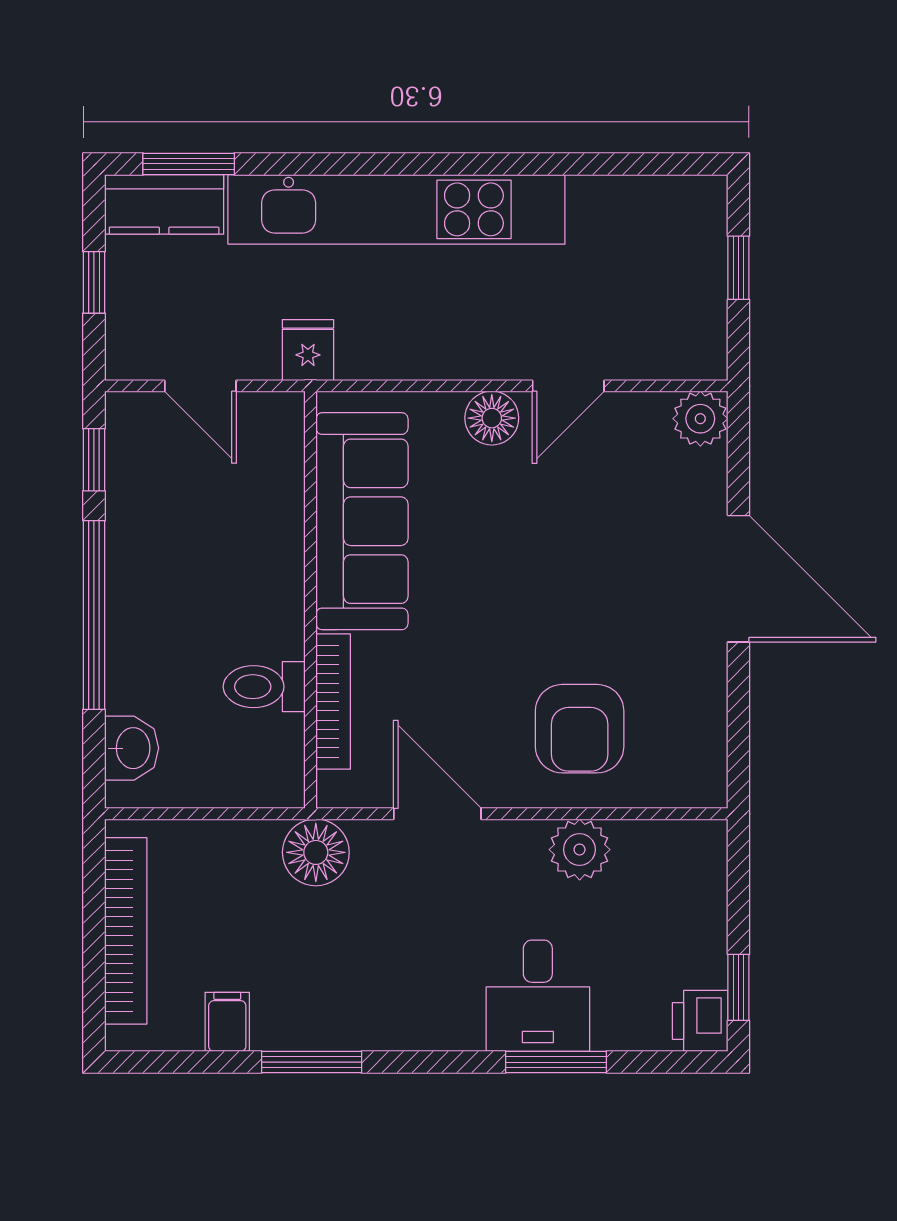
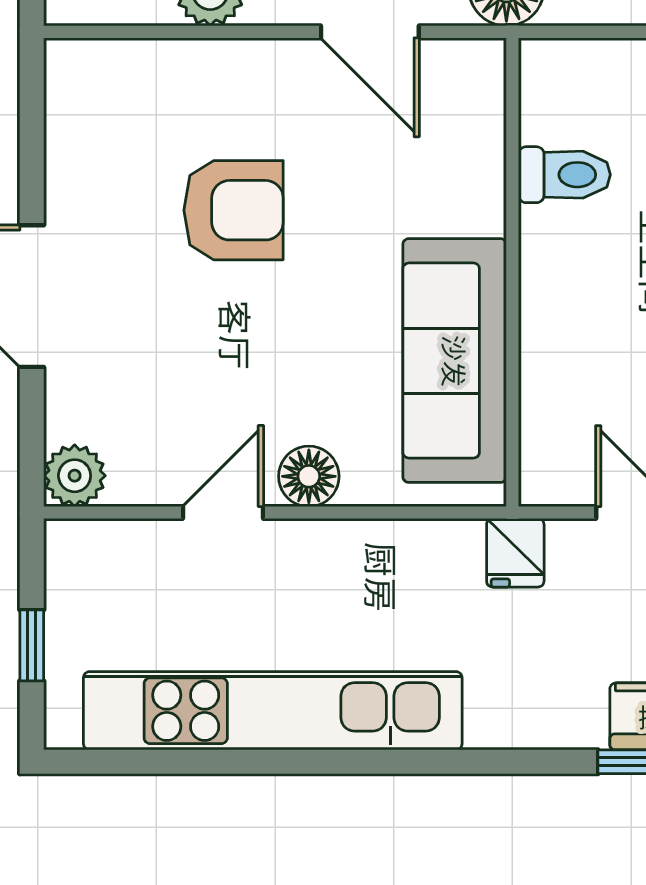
kitchen unit: (396, 209) -> (273, 711), moved
bookcase: (333, 702) -> (487, 158), removed
armchair: (580, 729) -> (234, 210), moved, turned 90

